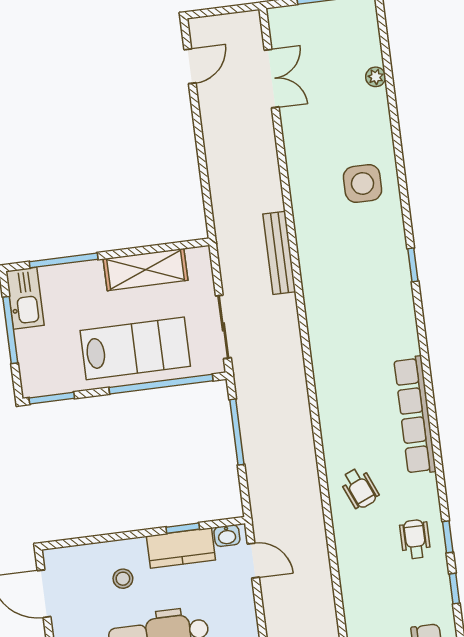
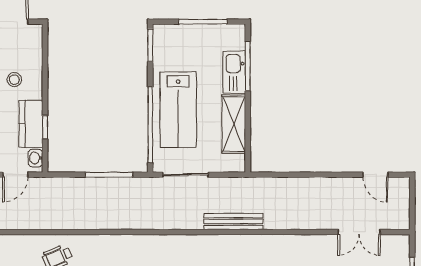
kitchen sink: (25, 298) -> (234, 72), moved, turned 90

